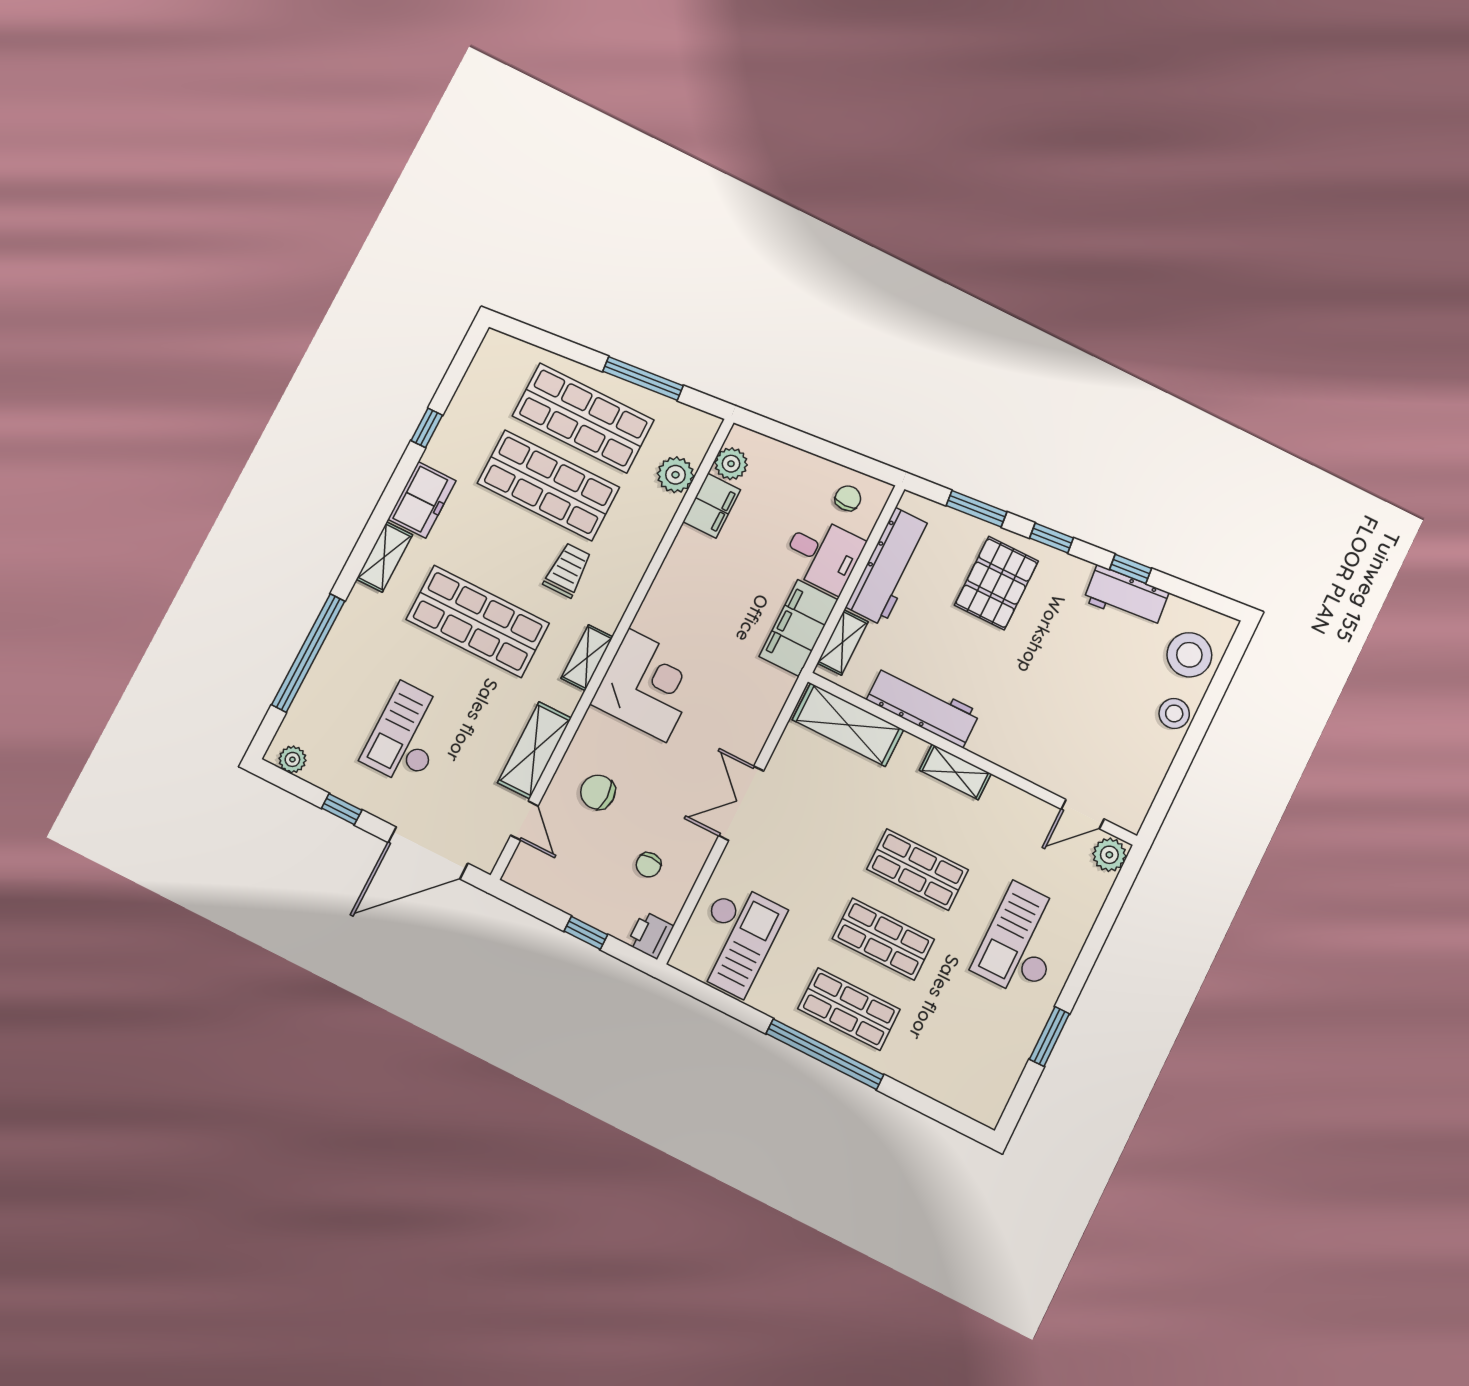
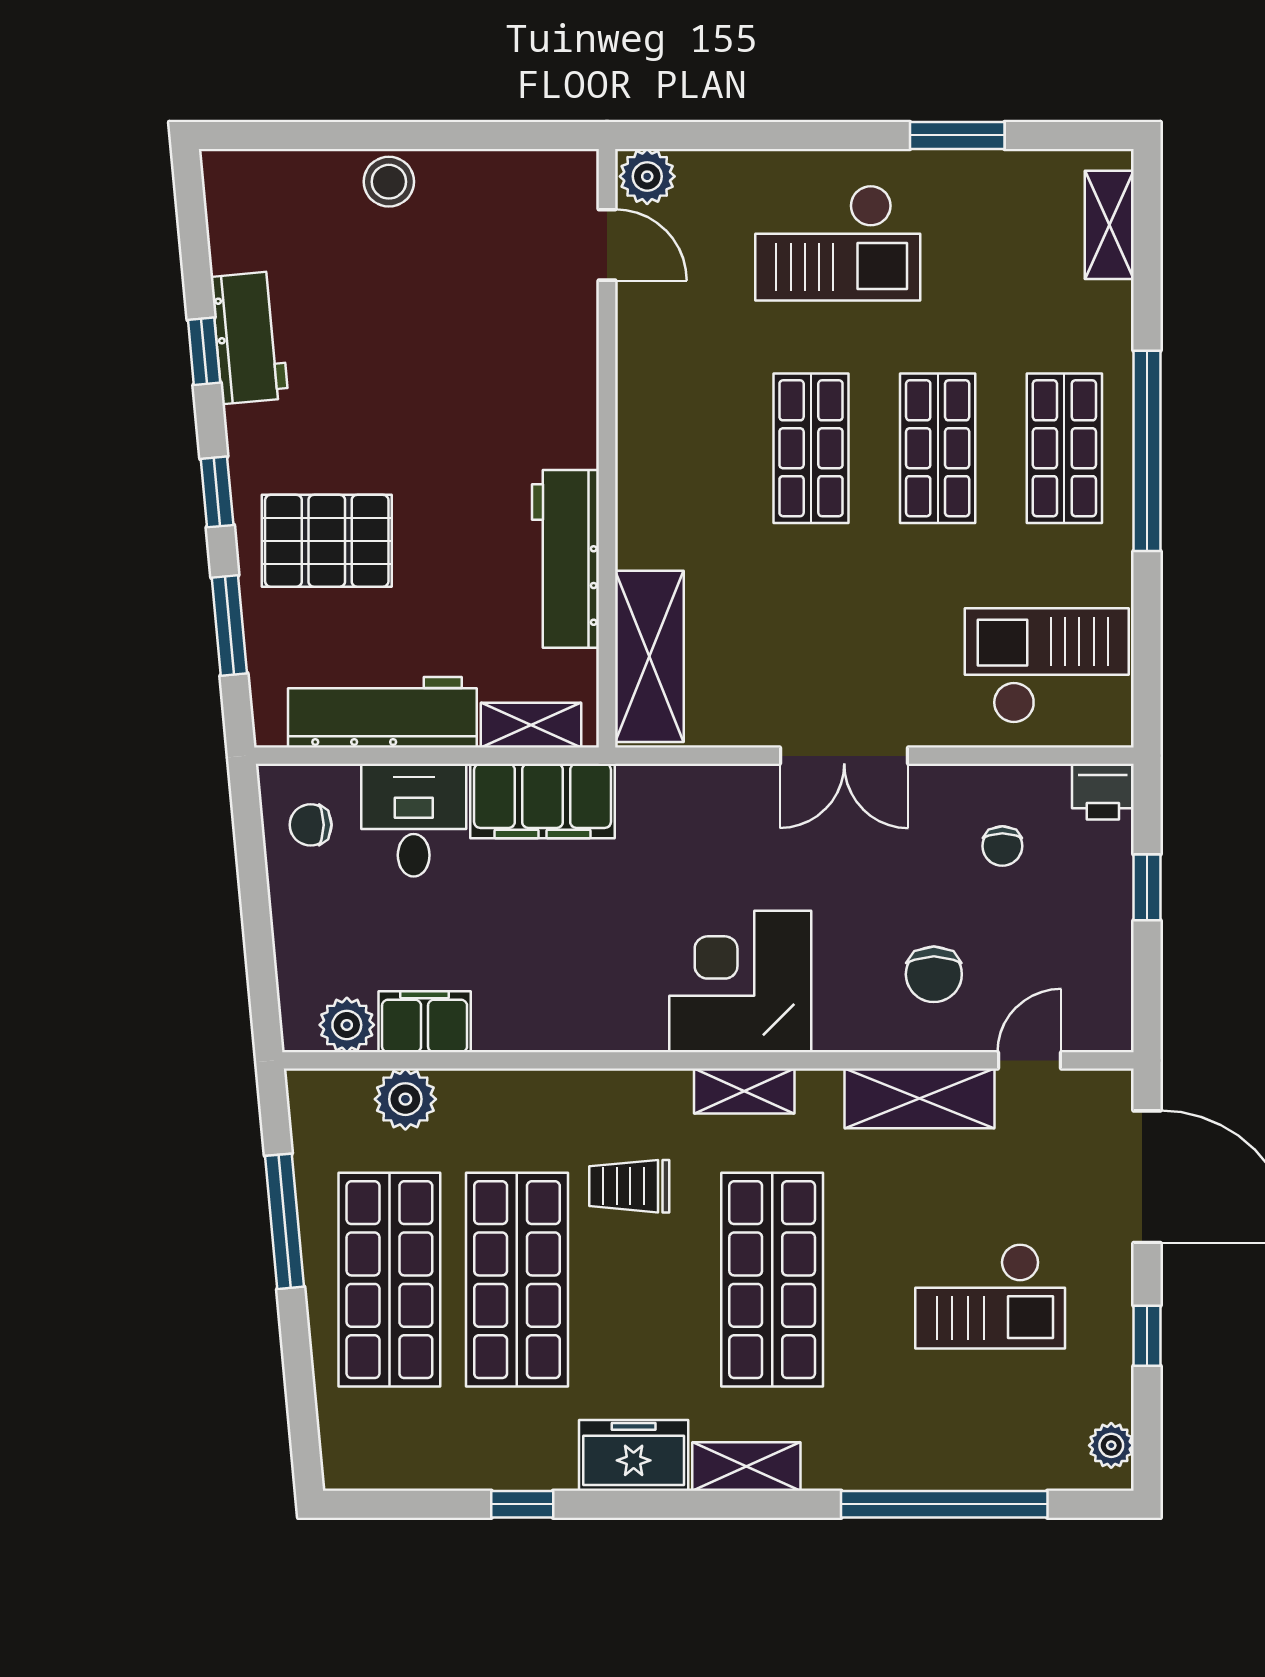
stool: (1189, 655) -> (289, 201), removed
shelving: (955, 772) -> (1109, 225), moved
chair: (649, 865) -> (1002, 846), turned 90

